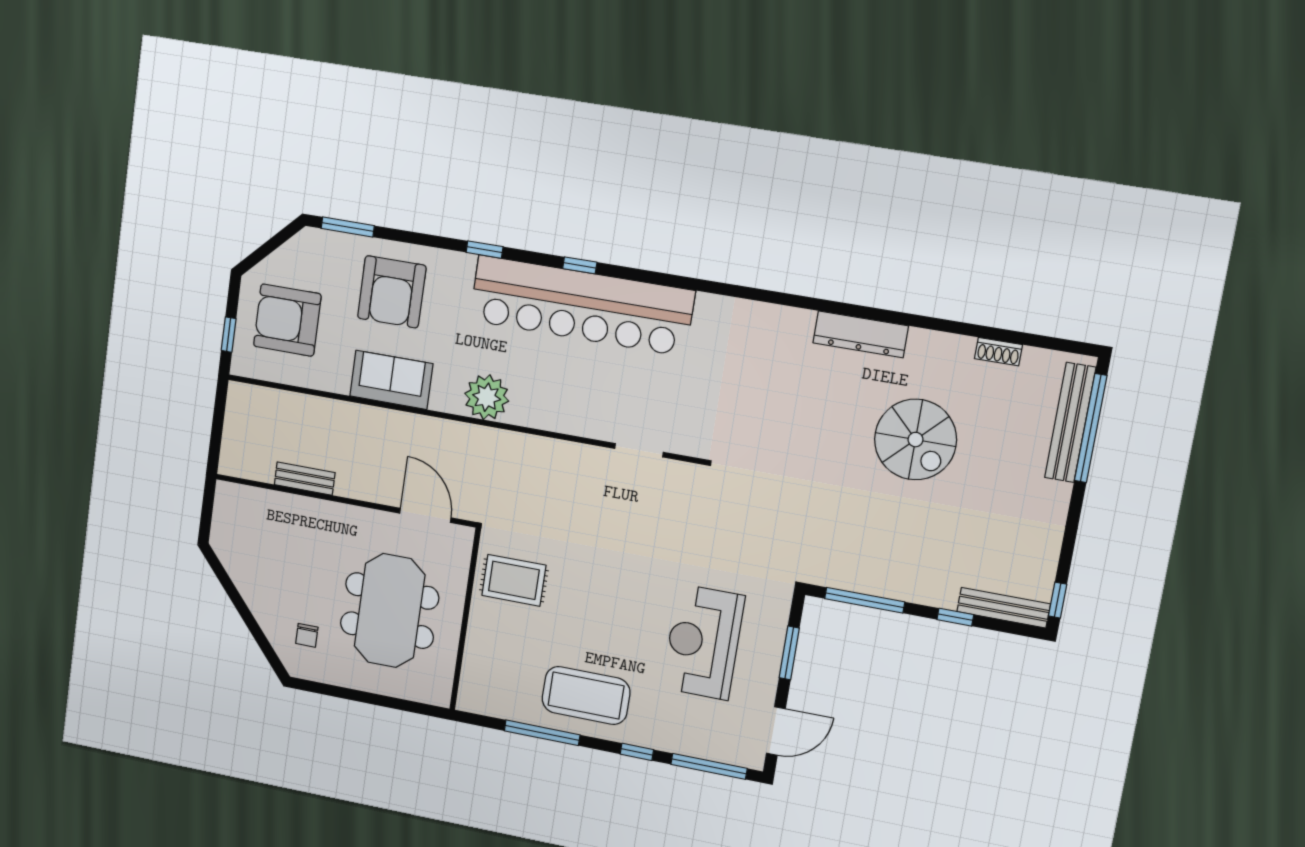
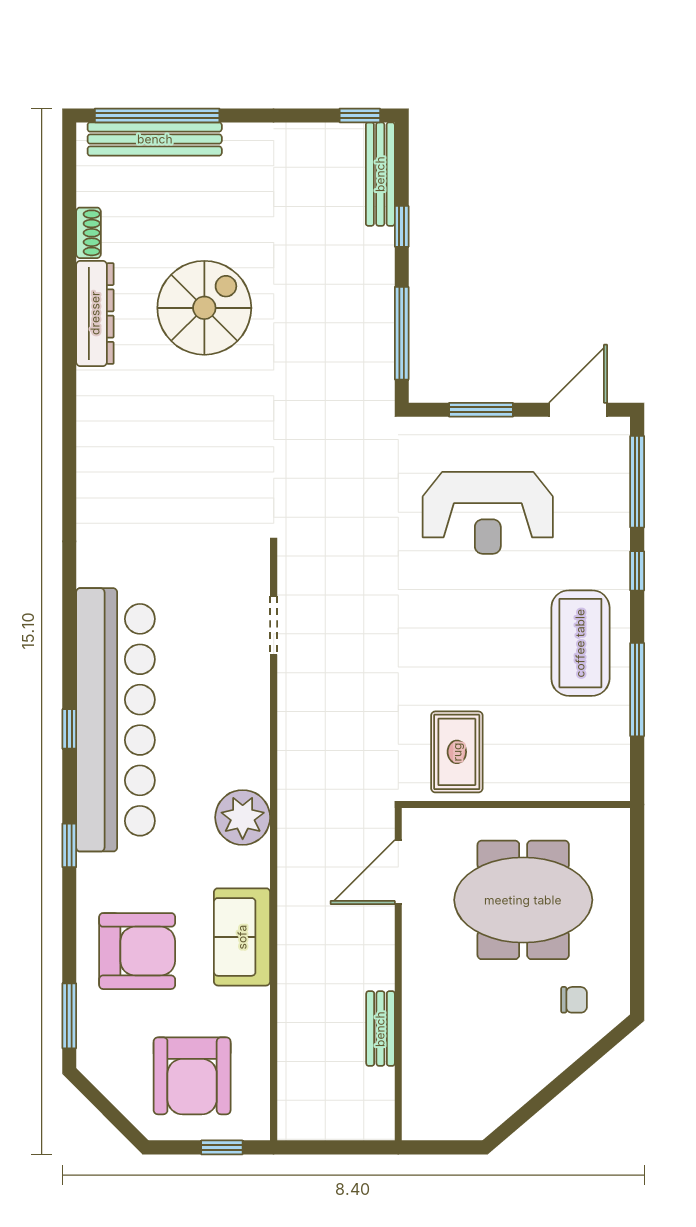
dresser: (861, 334) -> (95, 313), moved
door: (776, 731) -> (578, 410), hinge flipped

